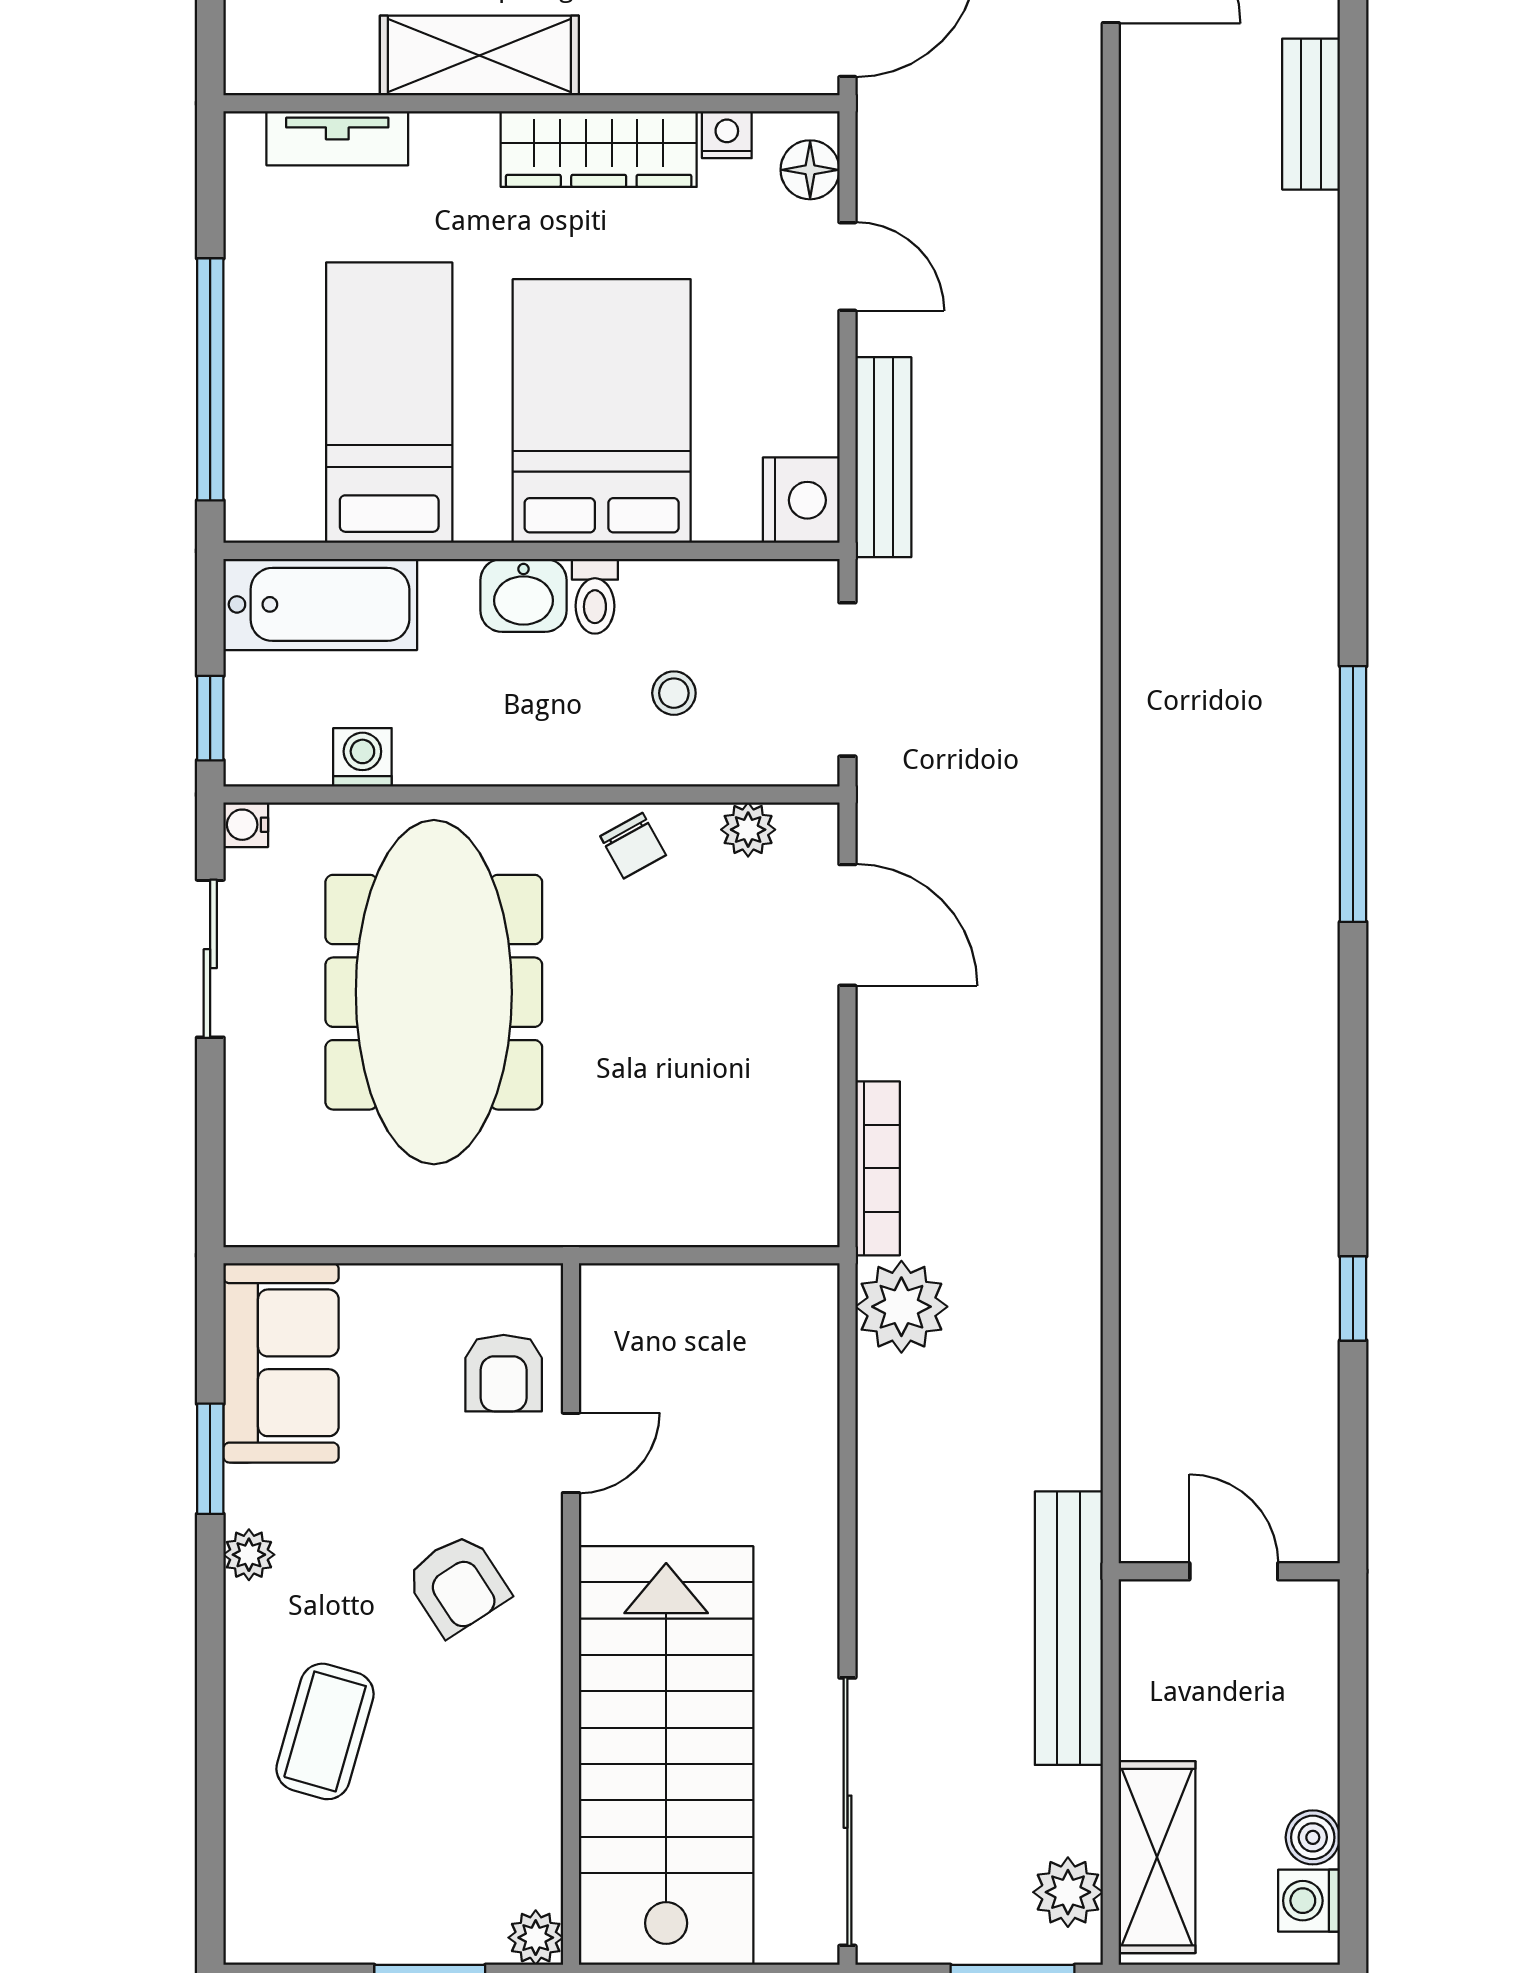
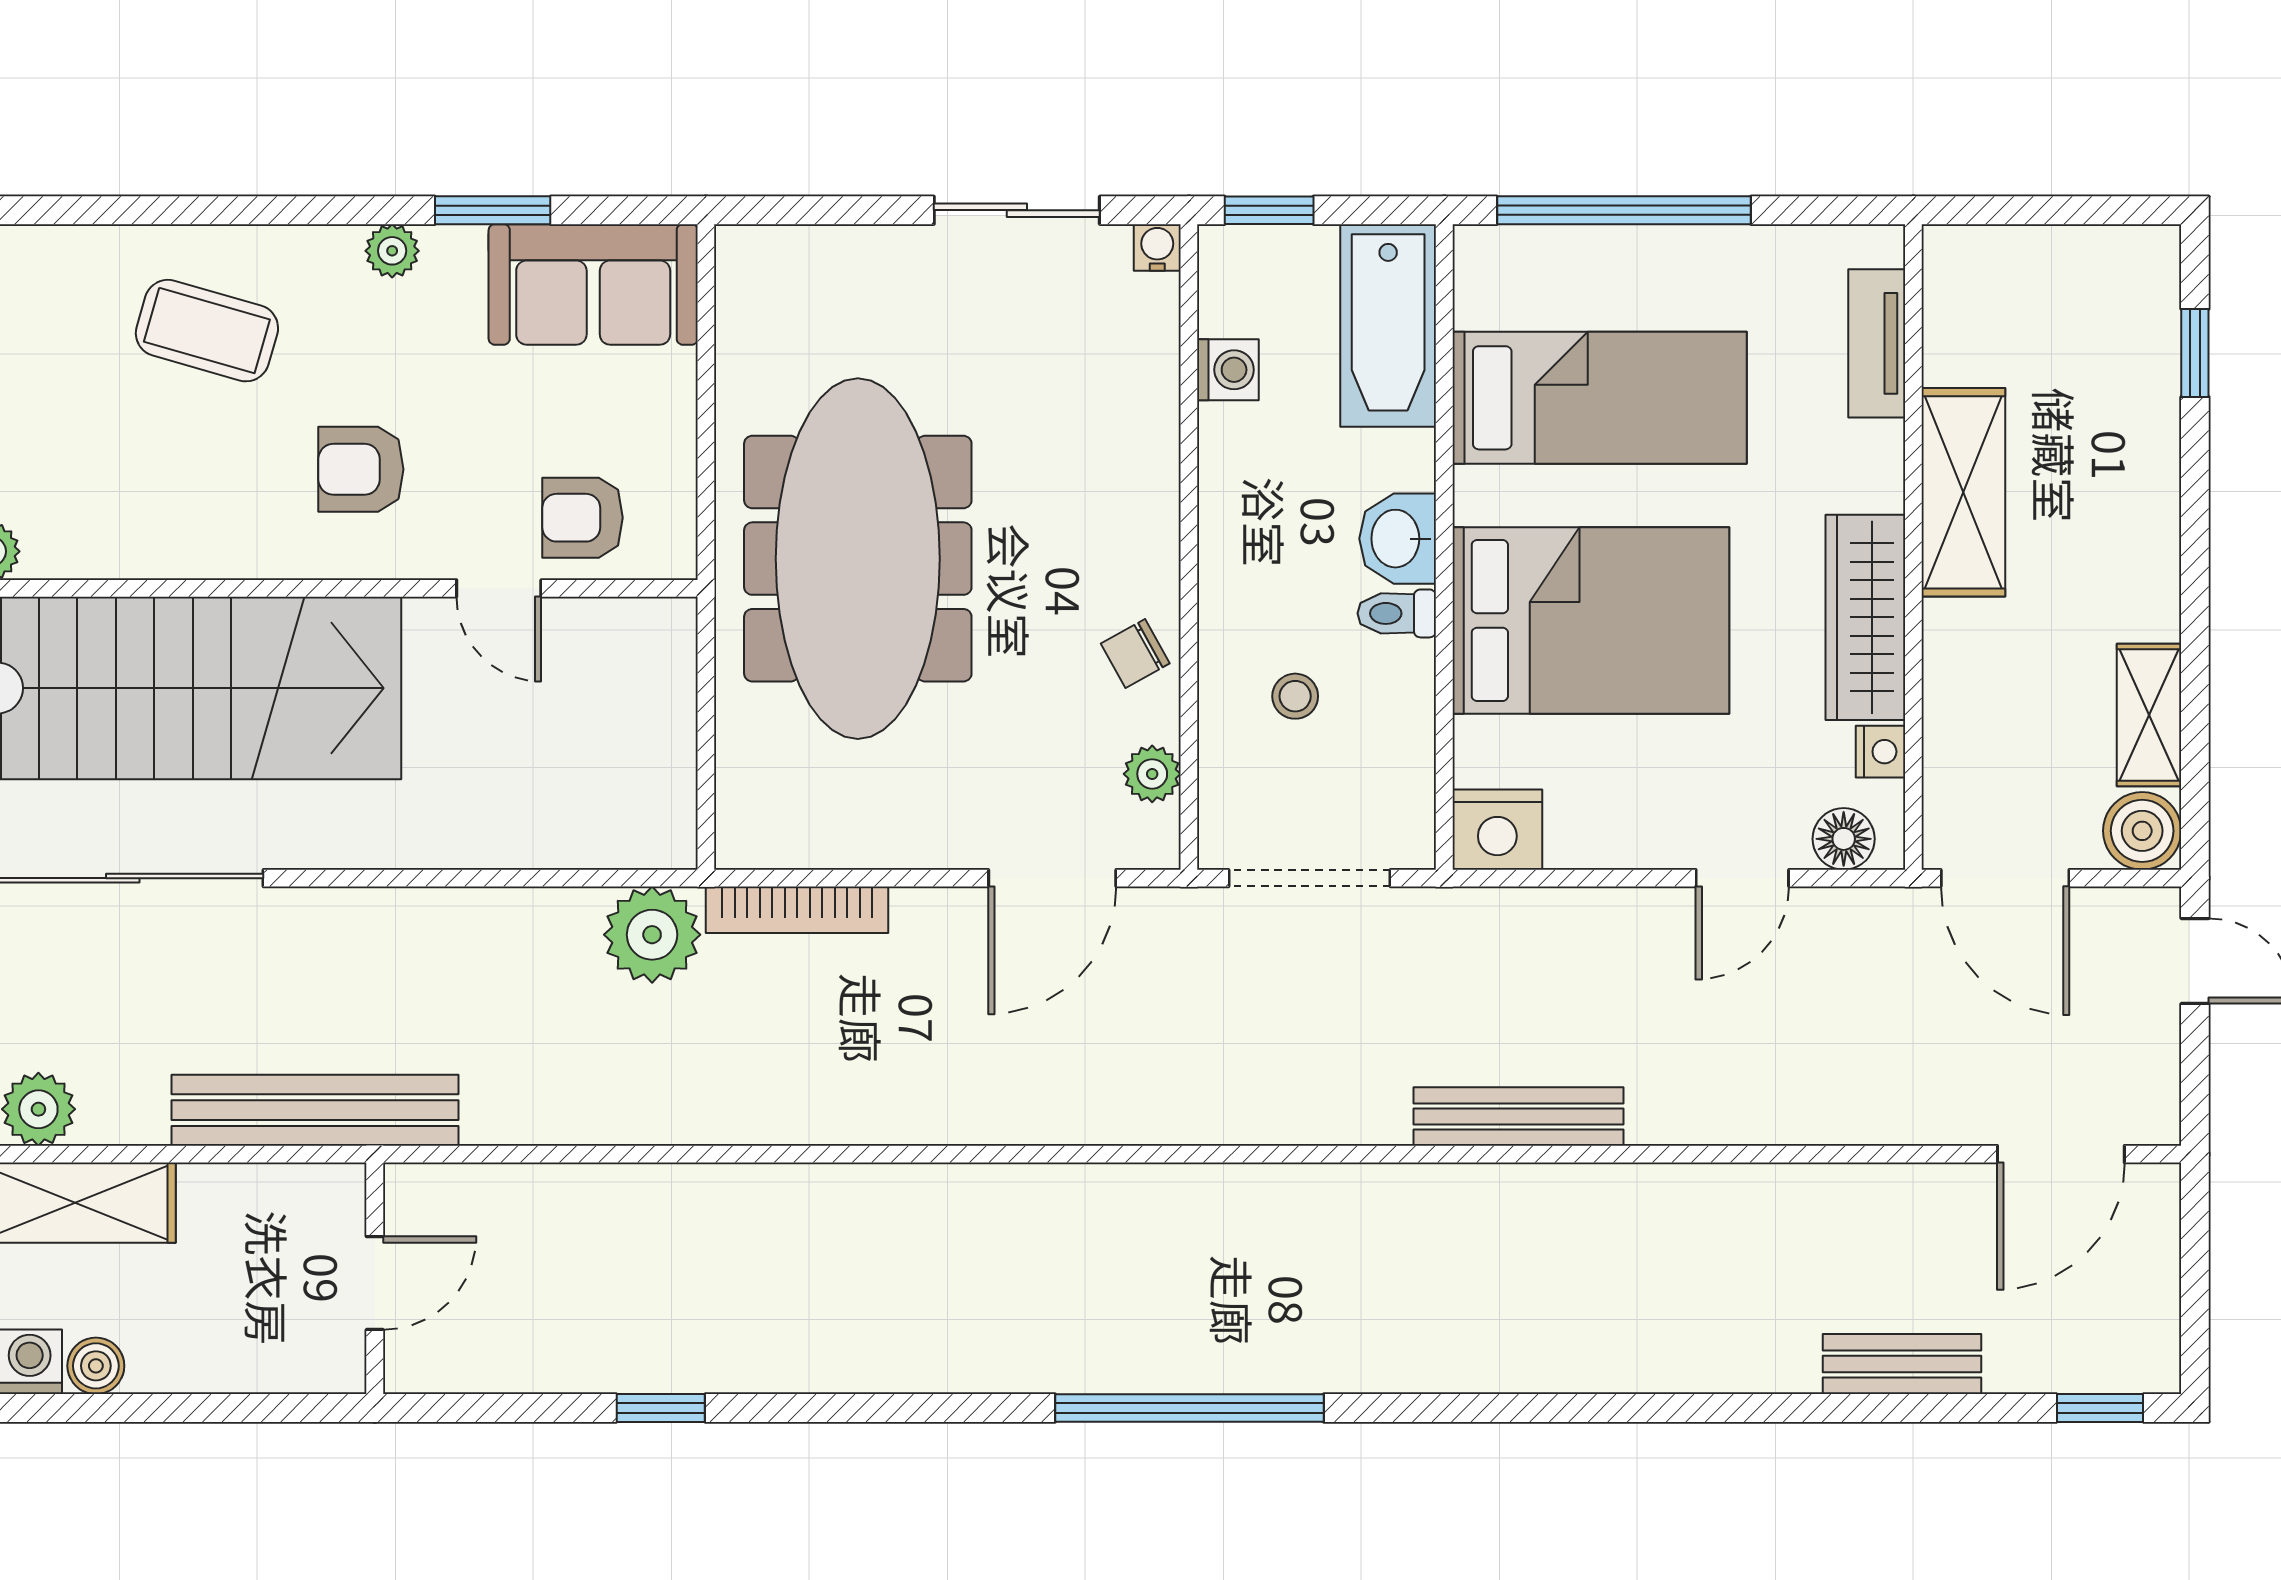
bench: (883, 457) -> (1519, 1116), moved
meeting table: (434, 992) -> (858, 559), moved, turned 90
armchair: (457, 1585) -> (361, 469), turned 33

